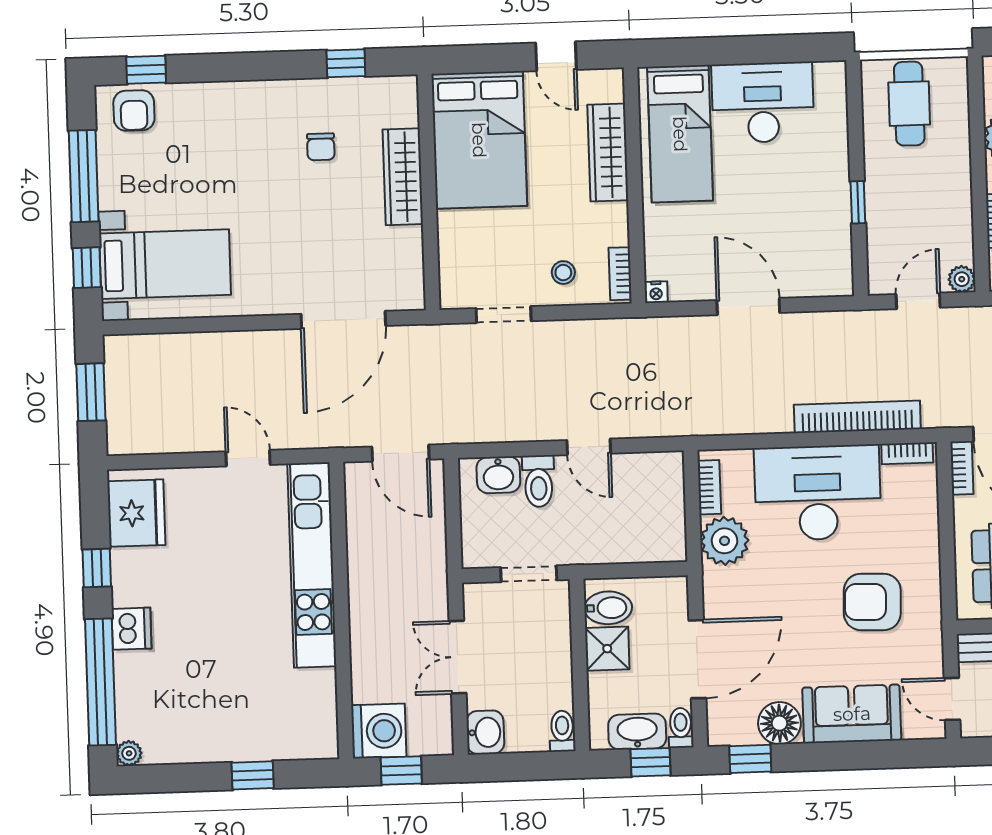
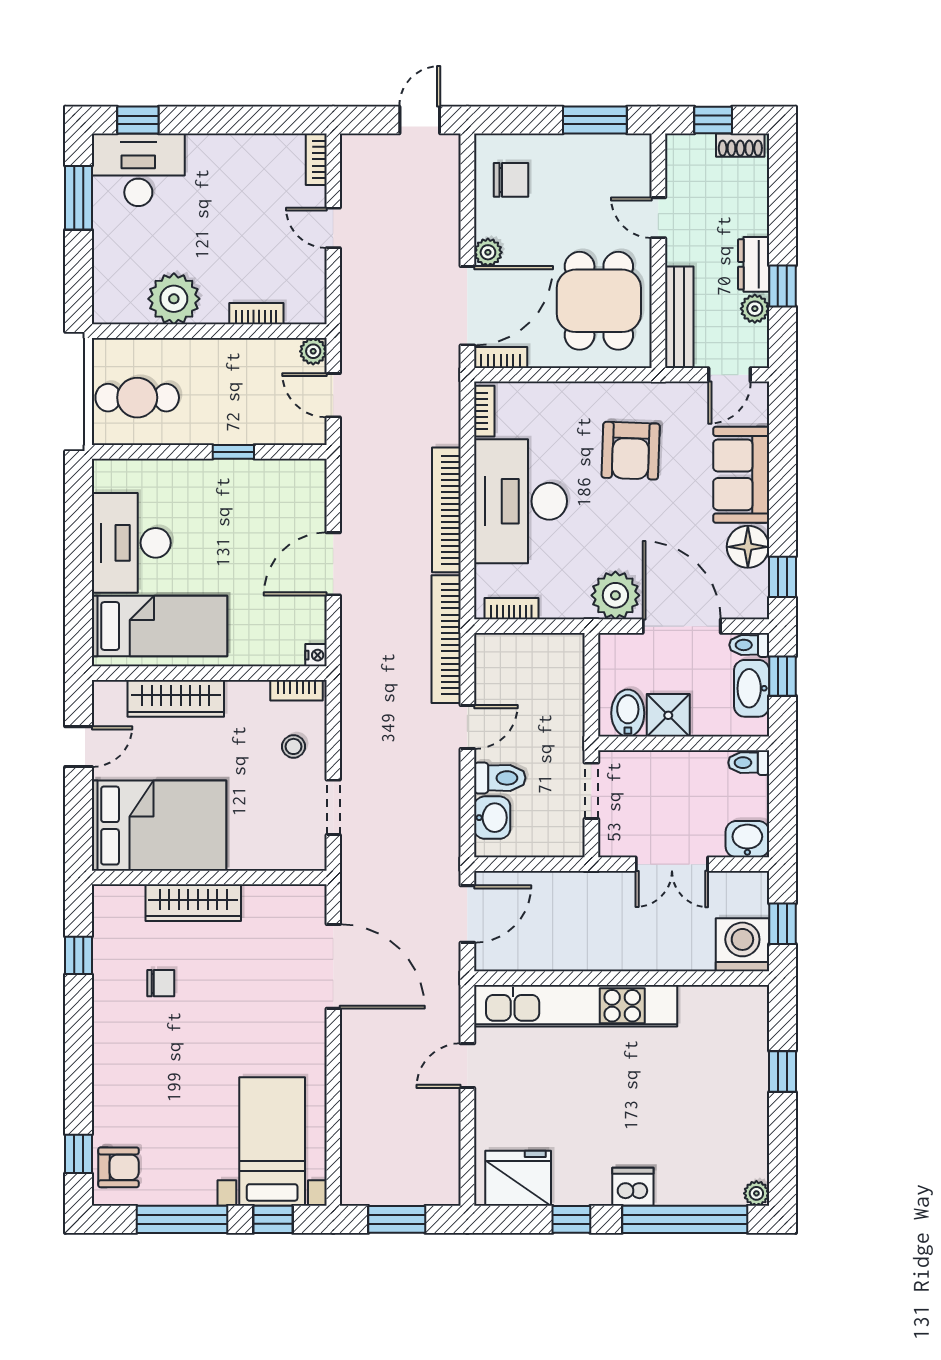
bookcase: (857, 417) -> (446, 510), moved
bookcase: (676, 423) -> (446, 639), added
plant: (724, 541) -> (615, 595), moved

